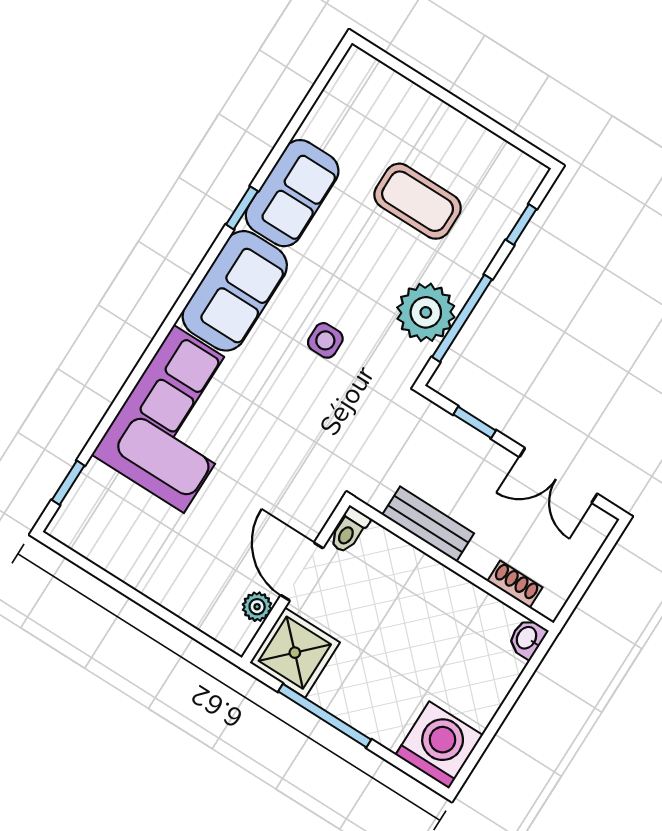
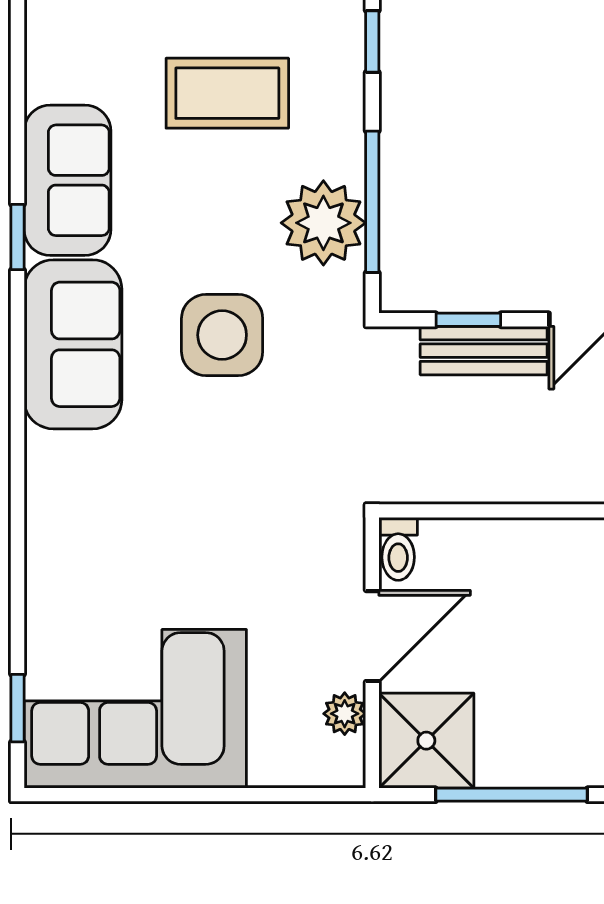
side table: (325, 340) -> (222, 335), width x1.87, depth x1.87
corner sofa: (179, 419) -> (135, 709), moved, turned -90
bench: (428, 524) -> (484, 351), moved
door: (302, 572) -> (372, 636), swing flipped

